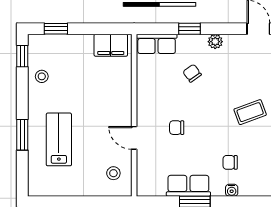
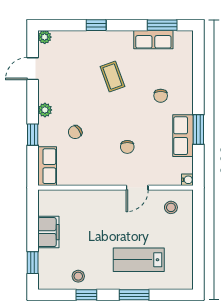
filing cabinet: (111, 45) -> (48, 232), moved
window: (22, 56) -> (86, 295), moved
water cooler: (232, 190) -> (187, 180), moved

